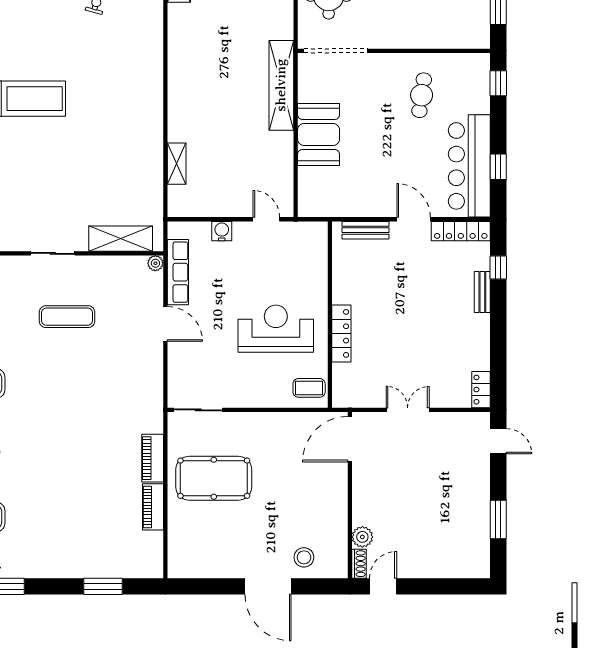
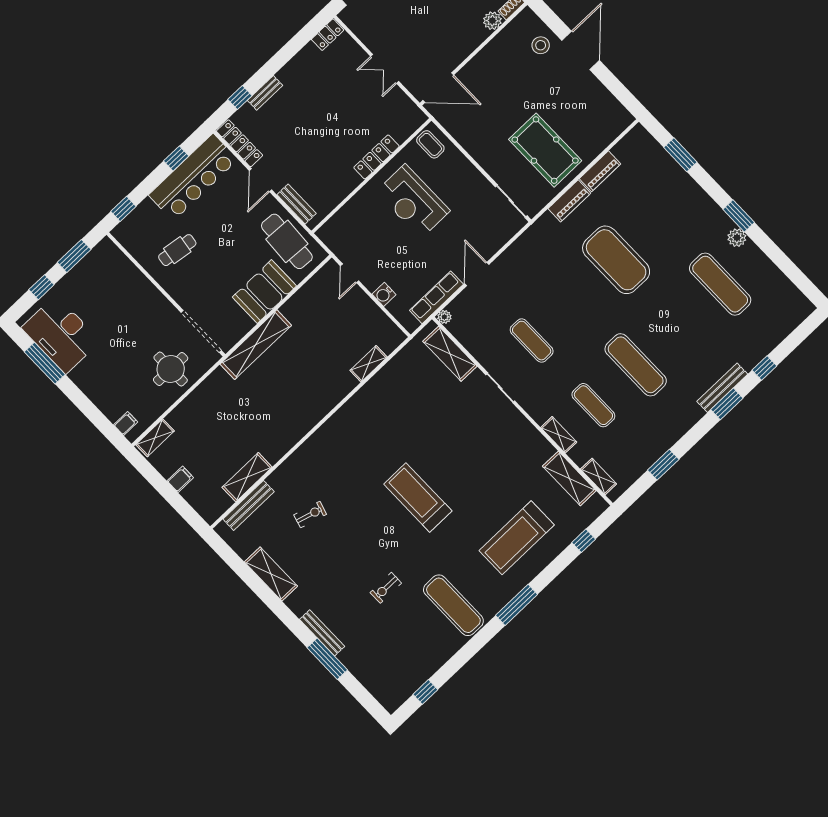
cafe table: (342, 193) -> (287, 241), added
exercise mat: (67, 450) -> (616, 260), added

